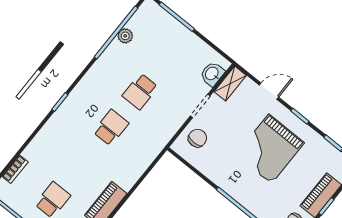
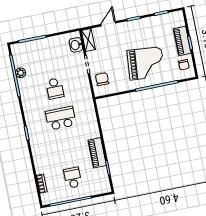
school desk: (111, 128) -> (61, 118), width x1.85
grand piano: (270, 149) -> (146, 63), moved, turned -85

